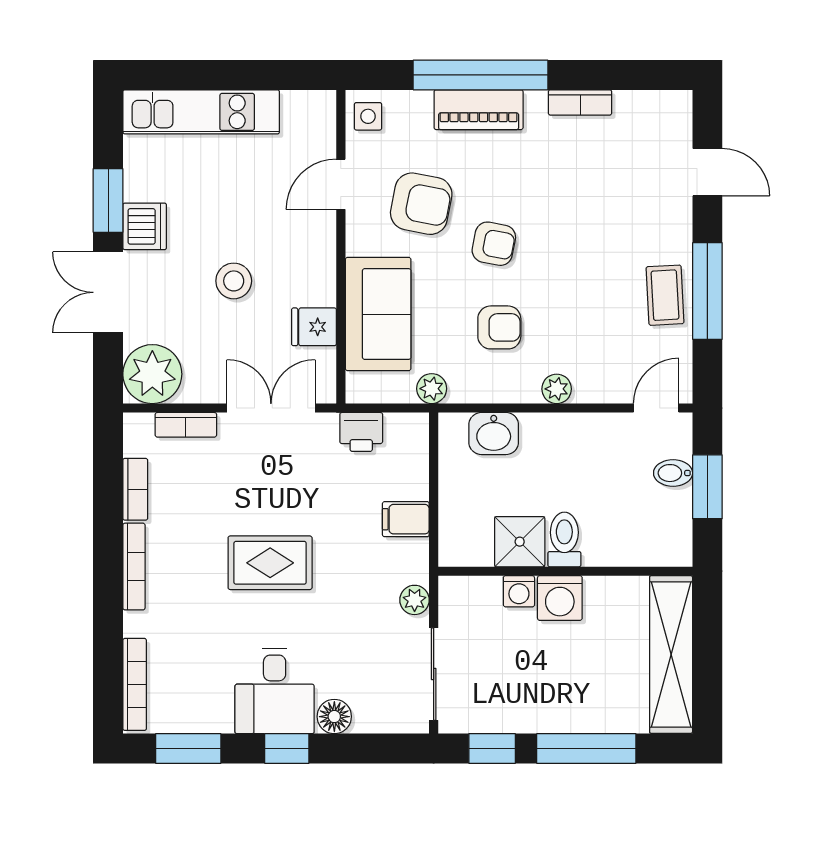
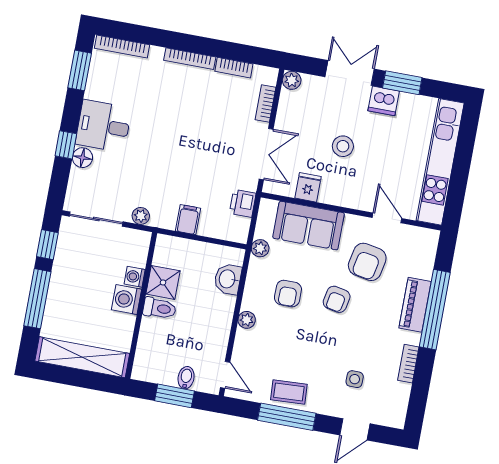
kitchen unit: (201, 112) -> (440, 162), width x1.36
side table: (368, 116) -> (355, 379), moved
plant: (152, 374) -> (292, 80), width x0.53, depth x0.53
rug: (270, 563) -> (177, 137), removed
window: (287, 749) -> (66, 145), moved

